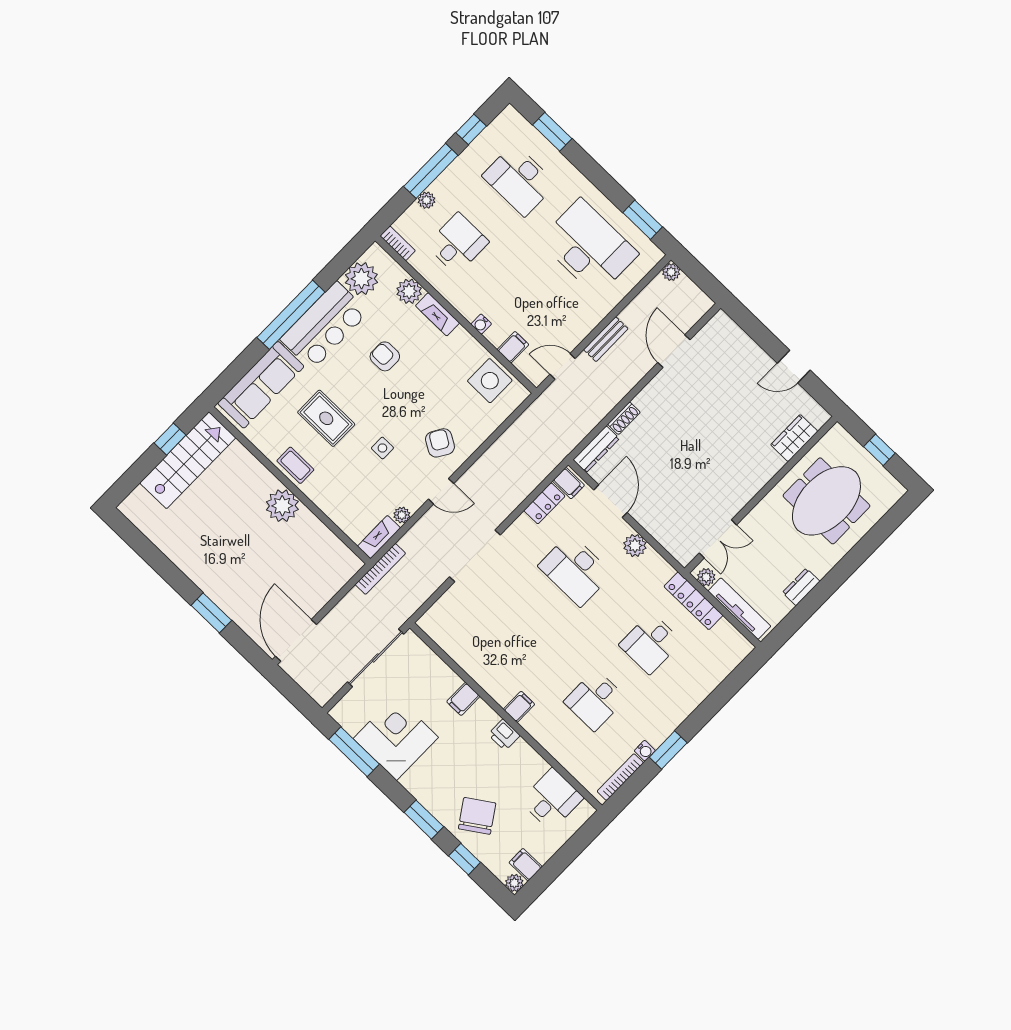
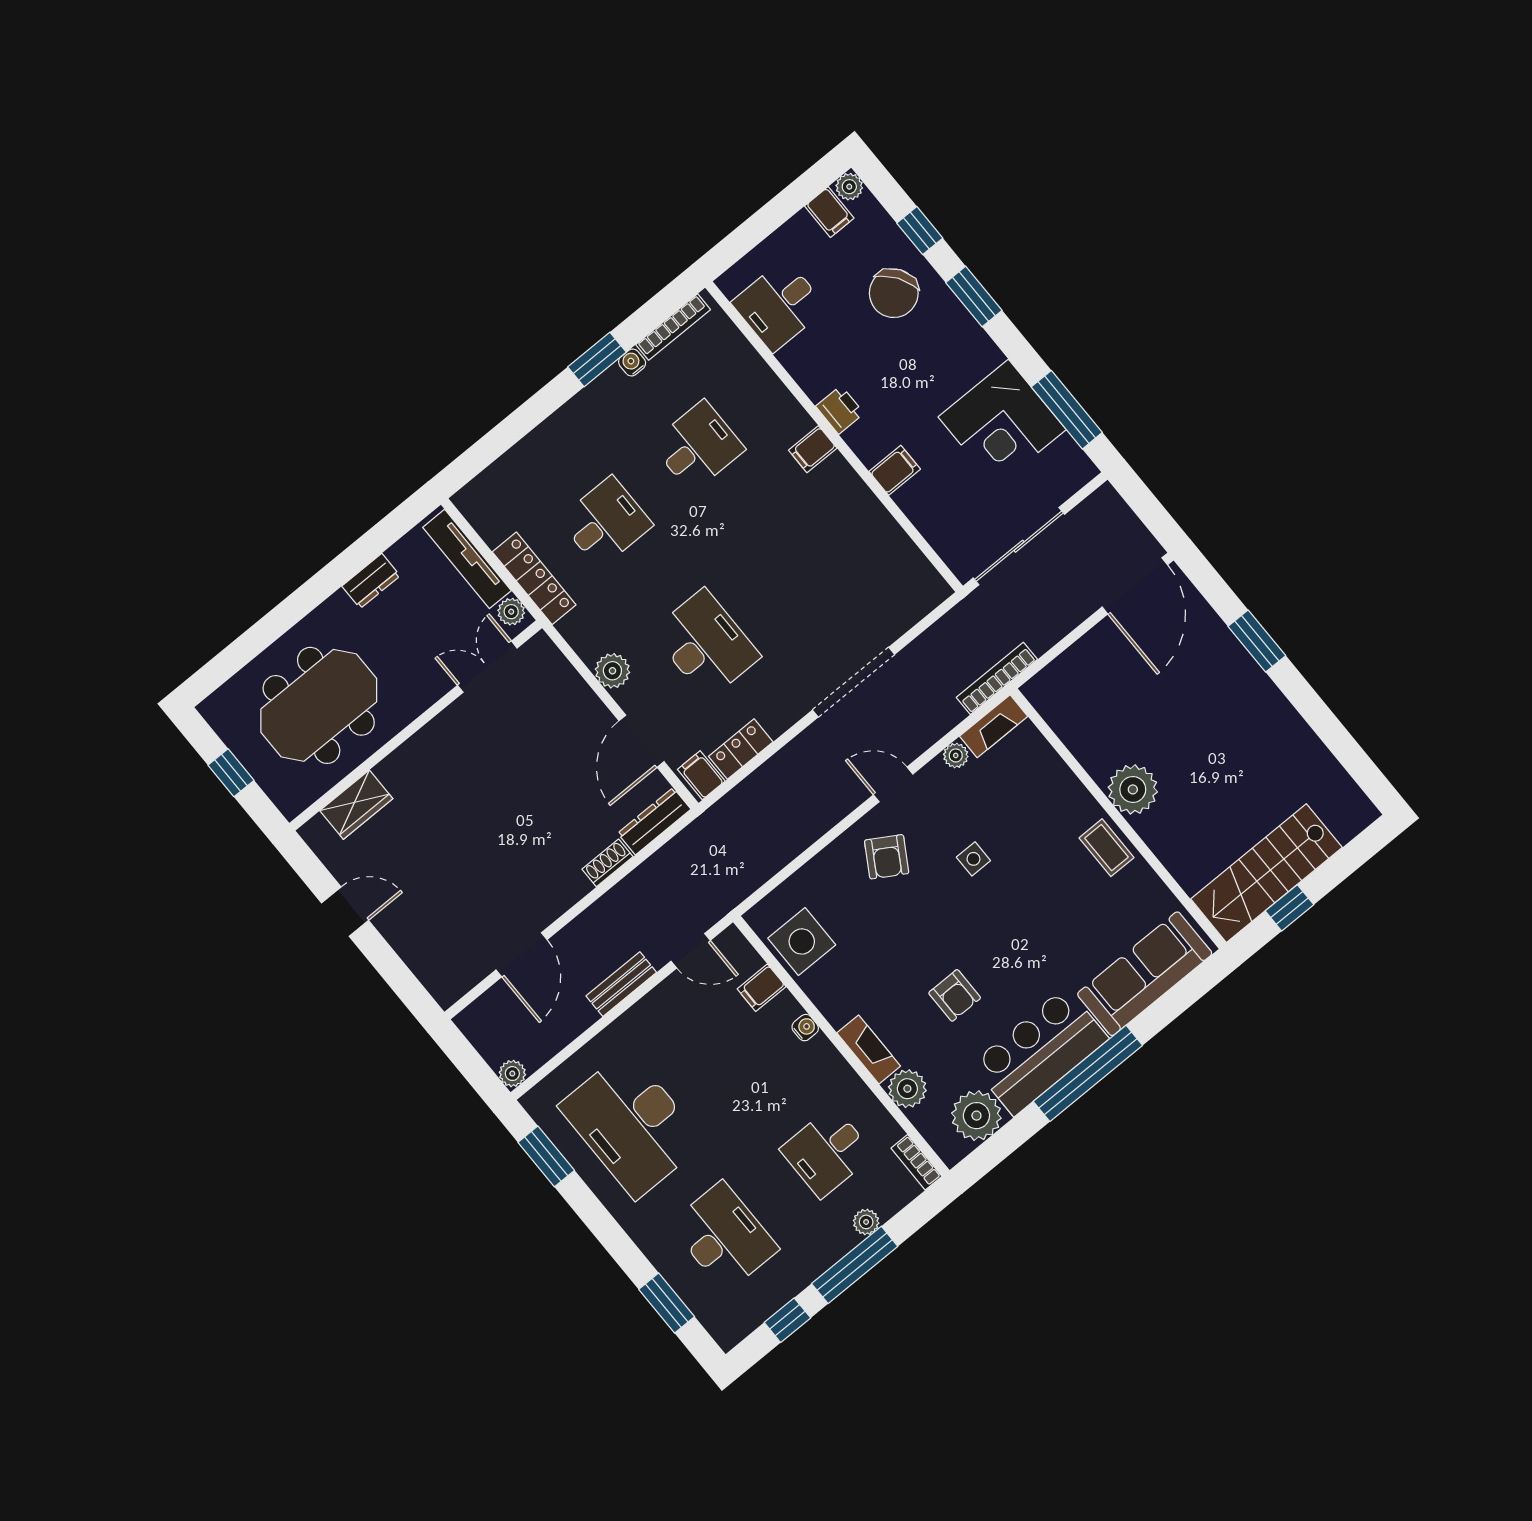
rug: (326, 418) -> (1053, 913), removed

